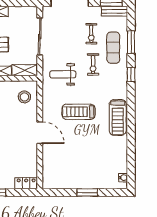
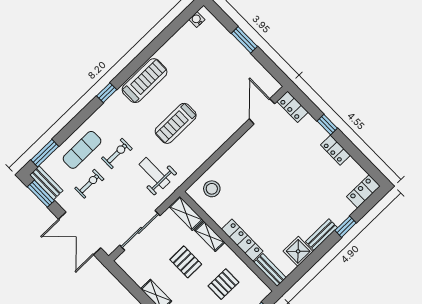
window: (131, 42) -> (45, 153), moved
weight bench: (63, 74) -> (154, 173), turned 180
window: (131, 75) -> (107, 93), moved
treadmill: (78, 112) -> (176, 123), turned 90
door: (40, 133) -> (262, 111), moved

